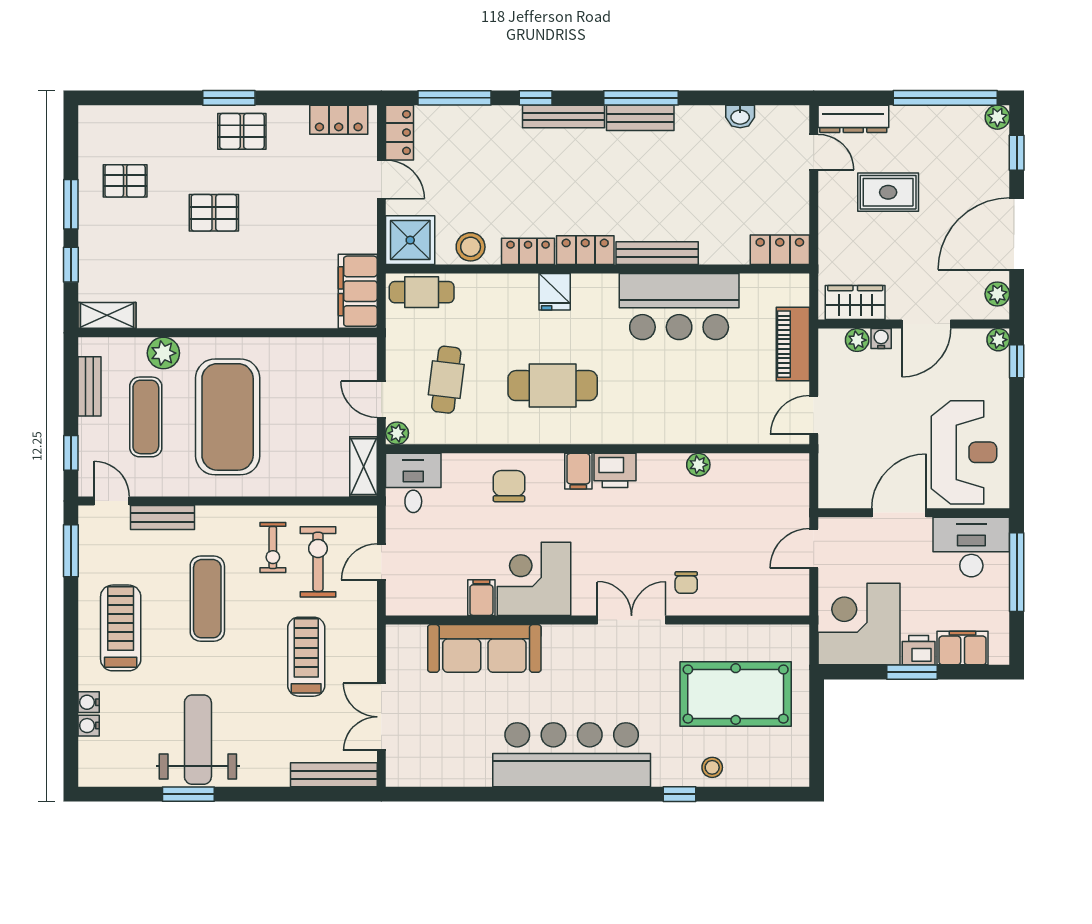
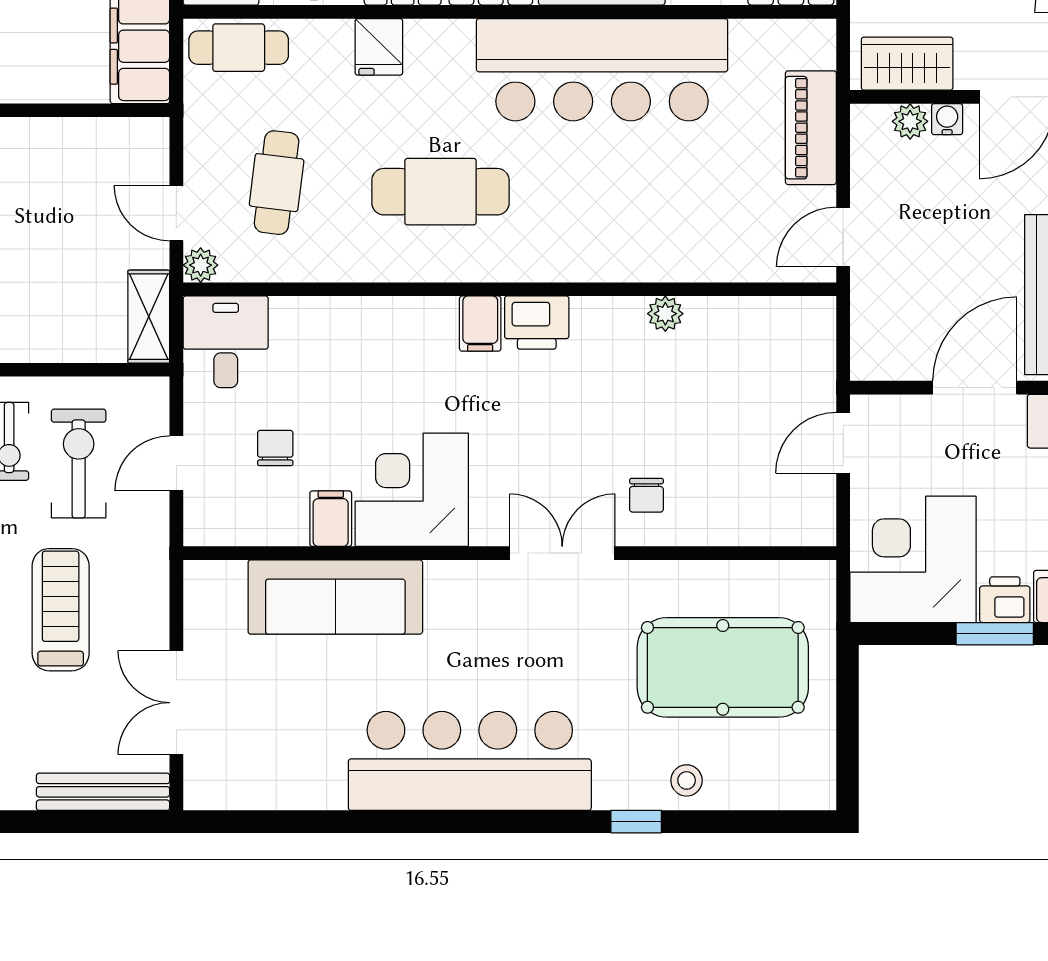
fridge: (555, 292) -> (379, 47), moved
bar counter: (679, 307) -> (602, 70), width x1.36
chair: (509, 486) -> (275, 448), moved, width x0.73, depth x0.73

